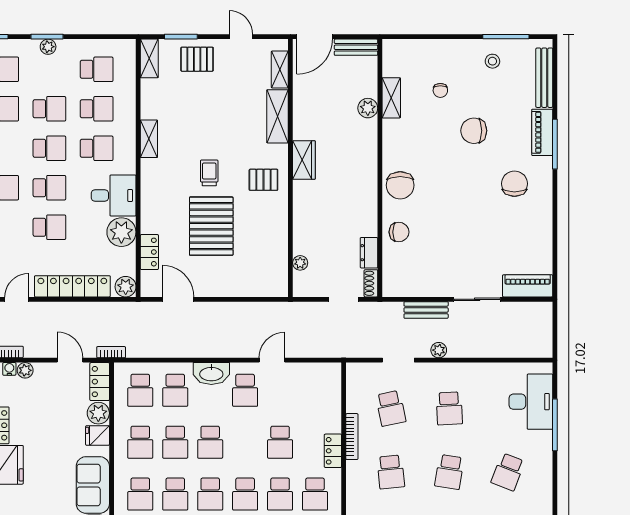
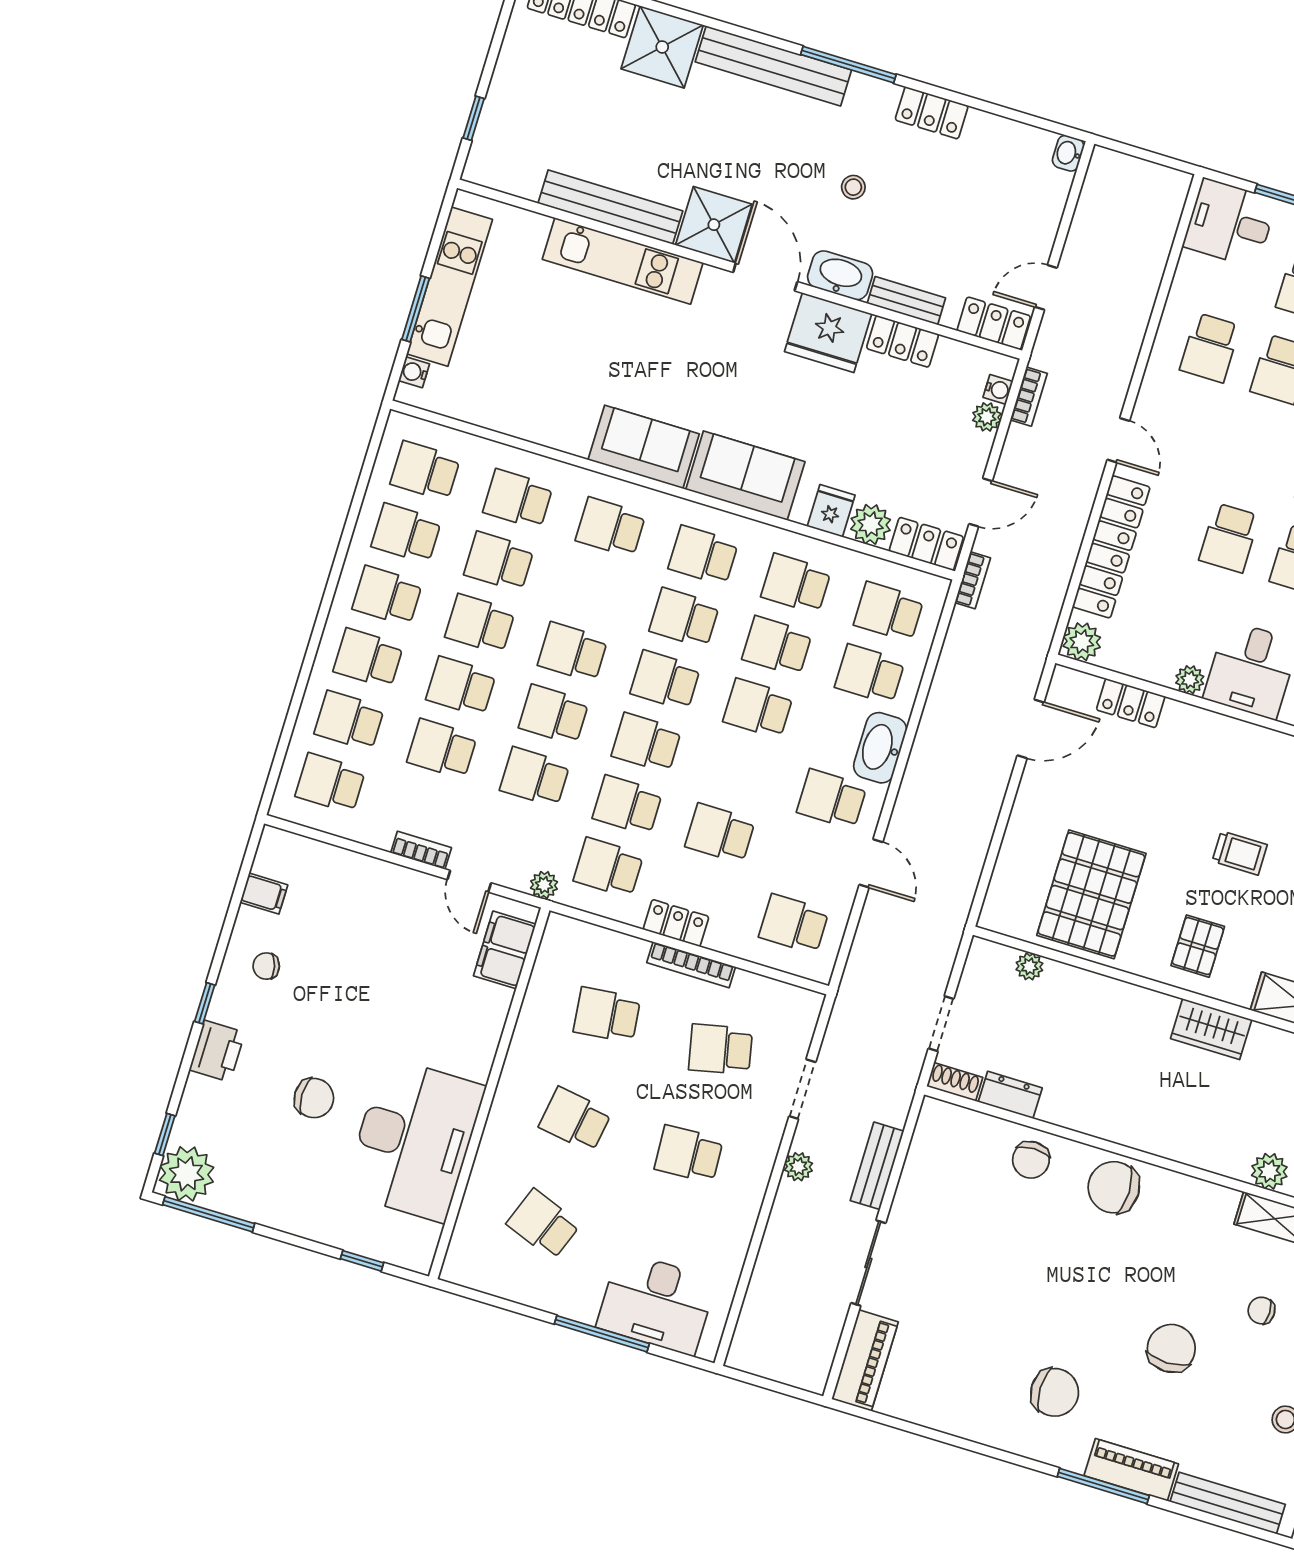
pallet: (211, 226) -> (1091, 894), moved, turned 90
plant: (121, 232) -> (1190, 680), width x0.53, depth x0.53
school desk: (315, 390) -> (794, 924), added

